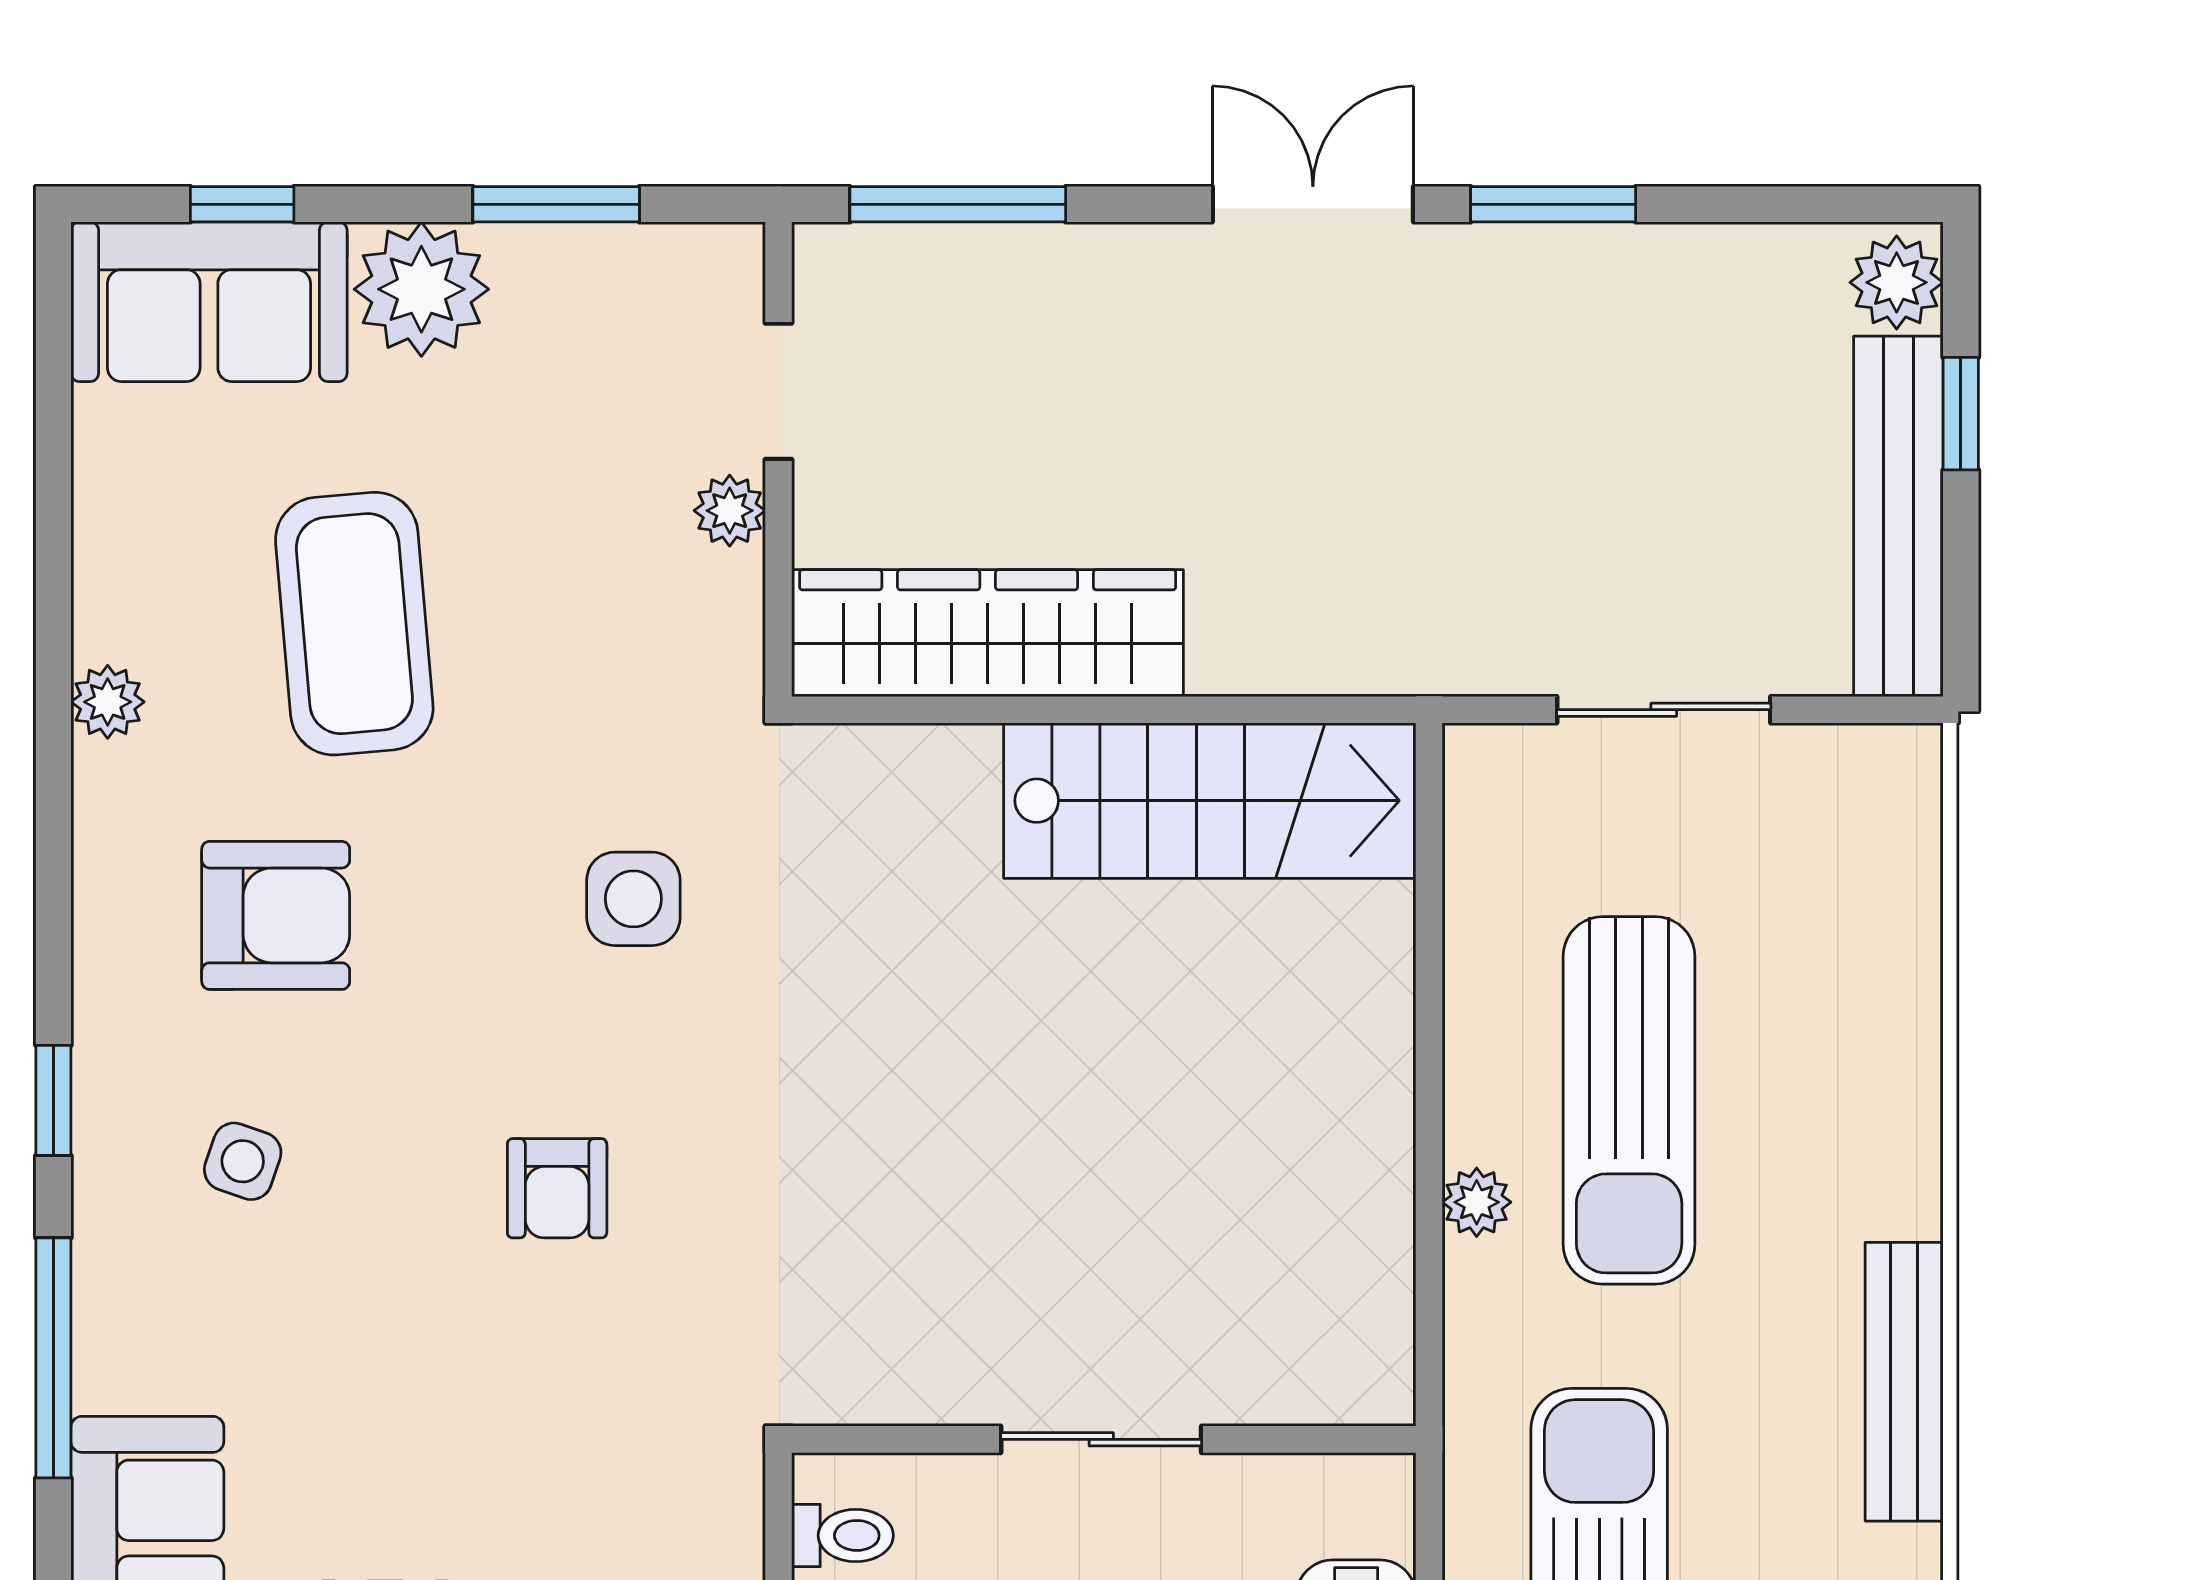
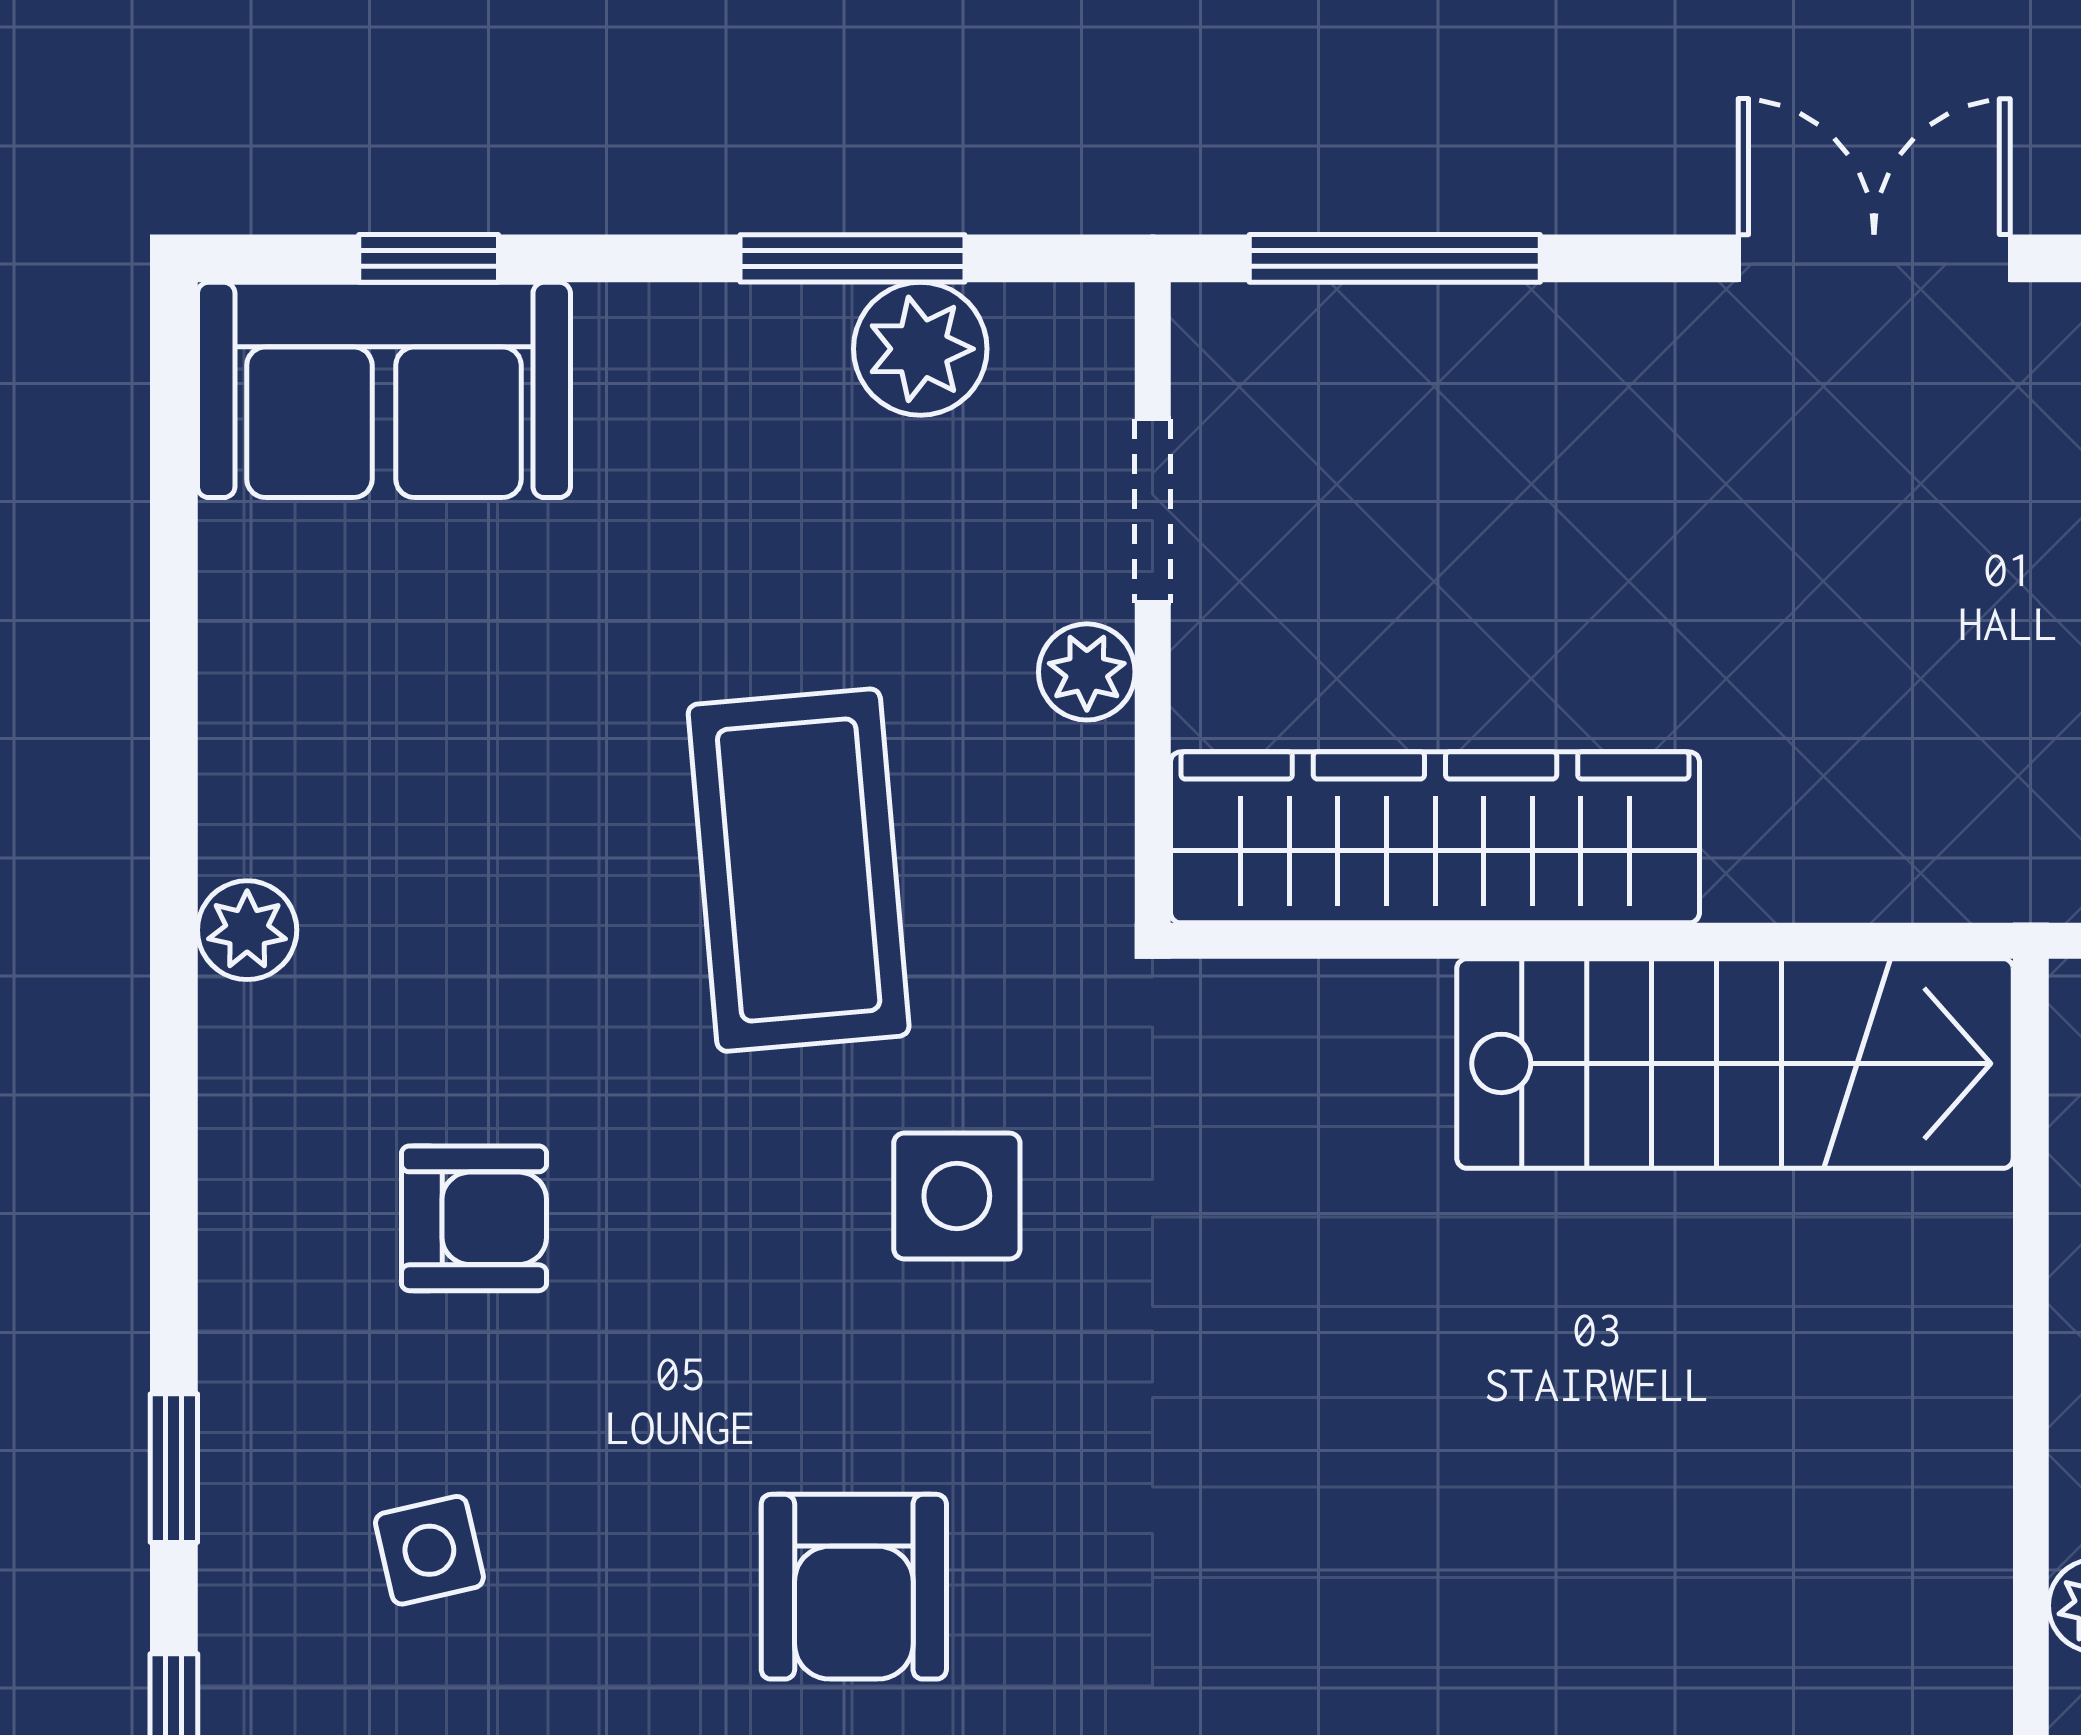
plant: (421, 289) -> (920, 349), moved, width x0.73, depth x0.73
coffee table: (354, 624) -> (799, 870), moved
armchair: (276, 915) -> (474, 1218), width x0.72, depth x0.72
side table: (243, 1161) -> (429, 1550), turned -32
armchair: (557, 1188) -> (854, 1587), width x1.38, depth x1.38

